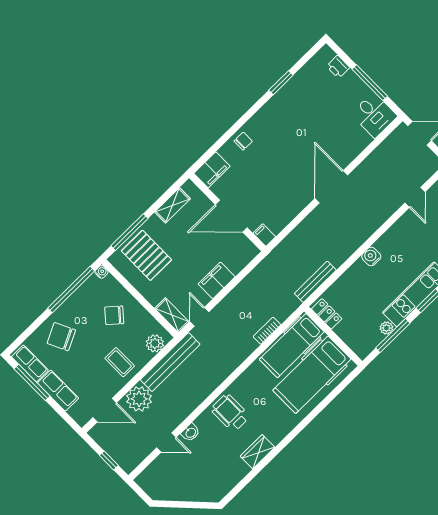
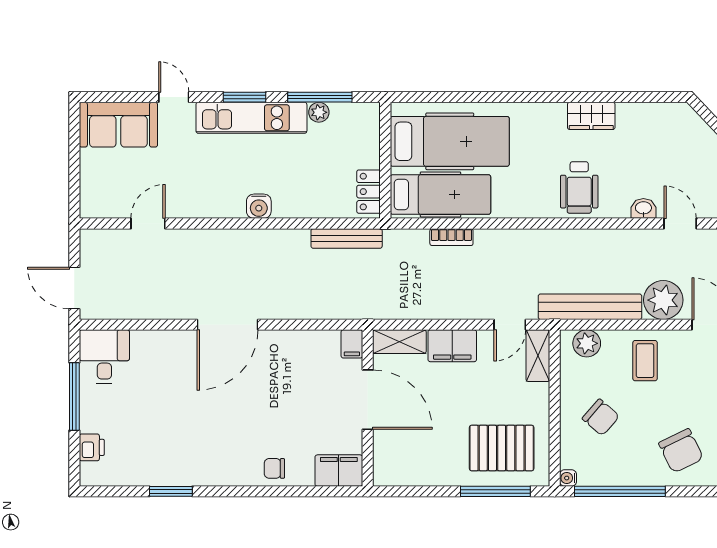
shelving: (172, 205) -> (399, 342), moved
pallet: (146, 255) -> (502, 448), turned 90

